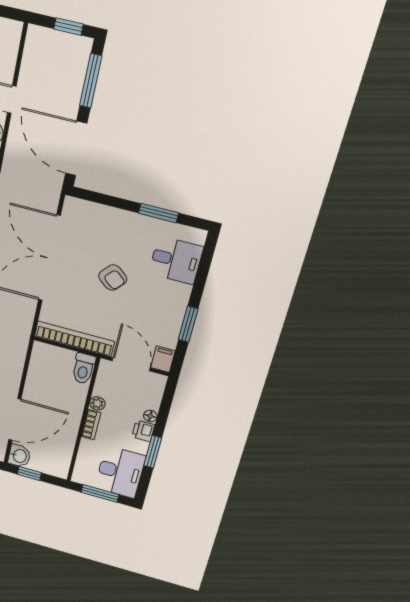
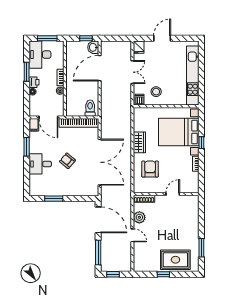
desk: (176, 260) -> (40, 164), moved
toilet: (83, 368) -> (90, 108), moved

